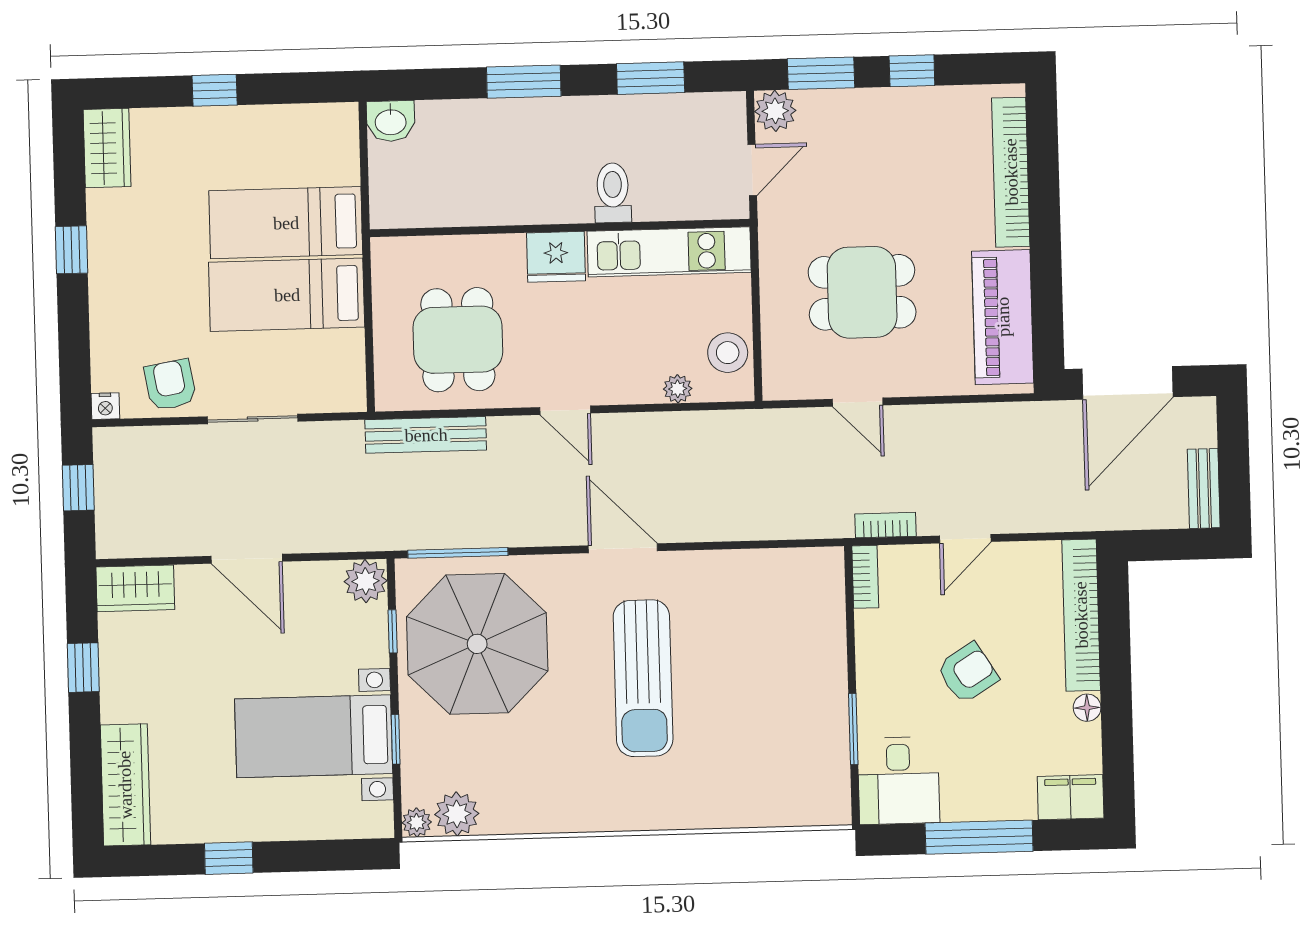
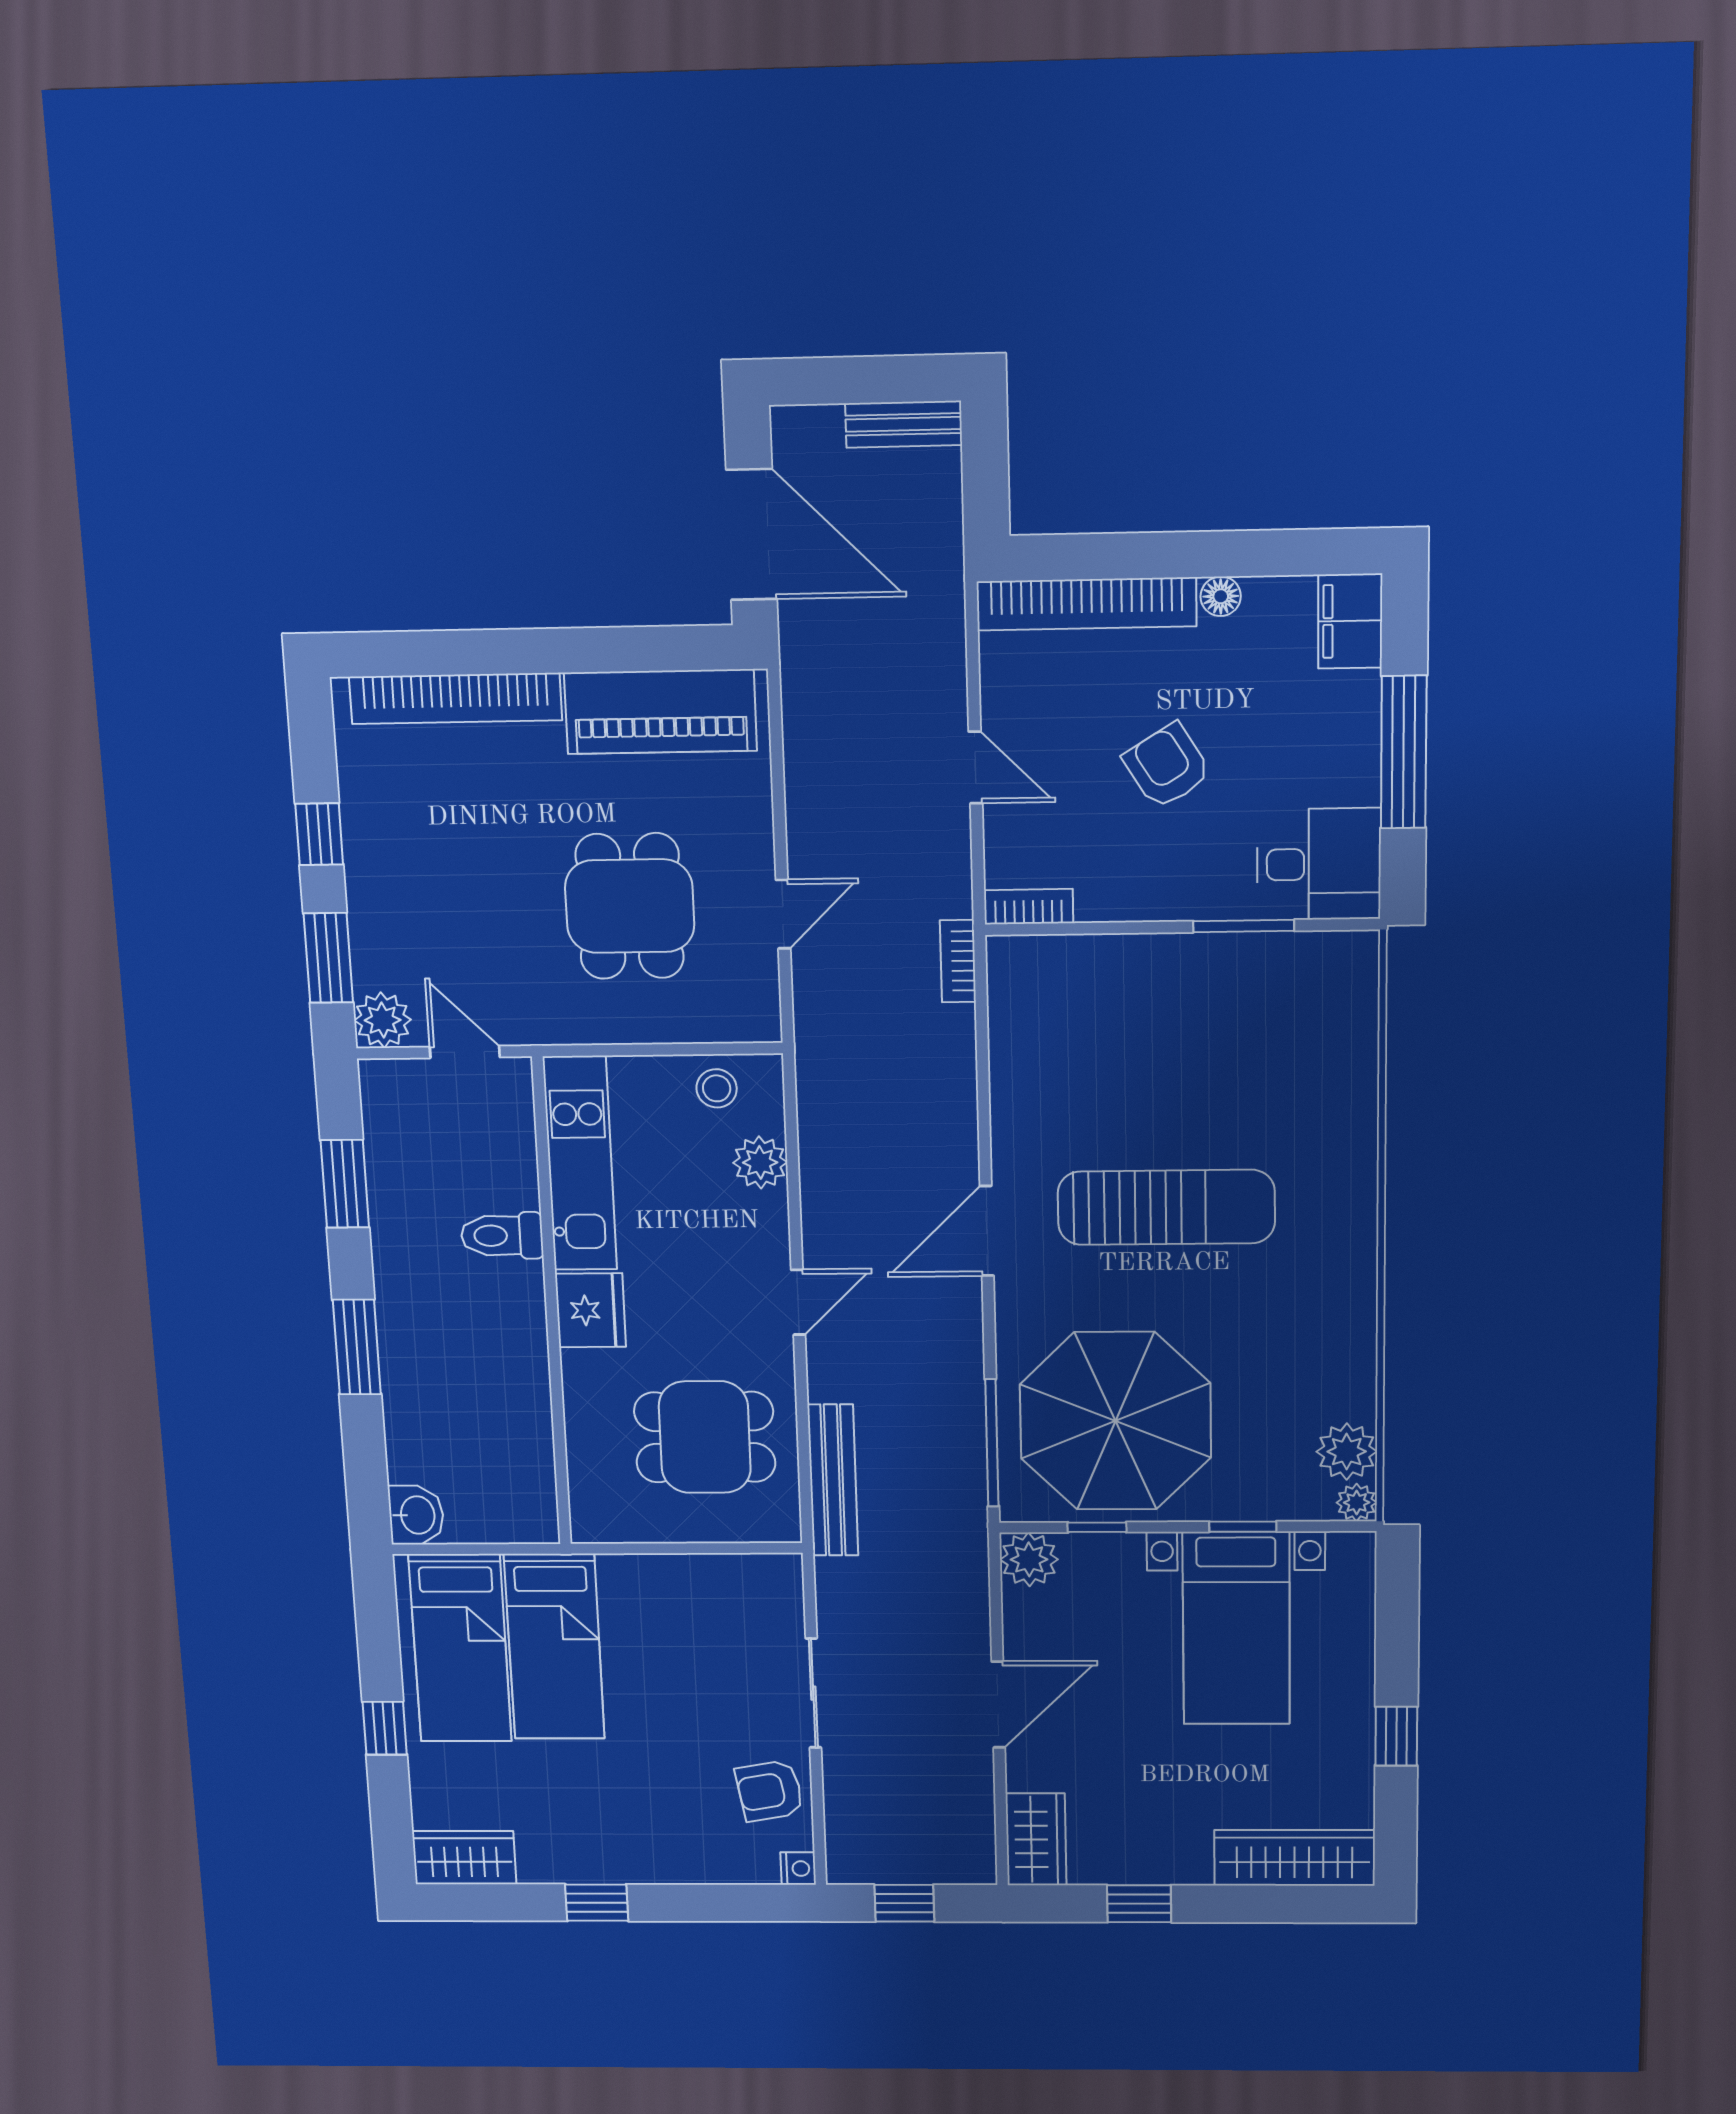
bed: (287, 295) -> (460, 1648), moved
stool: (728, 353) -> (717, 1088), width x0.73, depth x0.73
plant: (678, 389) -> (760, 1162), width x1.38, depth x1.38
bookcase: (886, 525) -> (958, 961), moved

